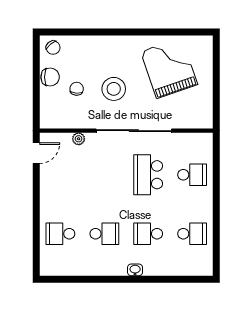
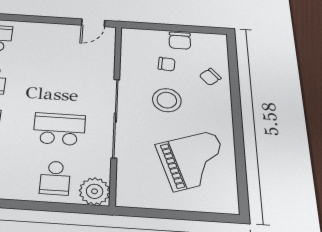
chair: (53, 48) -> (210, 77), moved
plant: (79, 139) -> (95, 191), moved, width x1.87, depth x1.87
door: (36, 153) -> (93, 23), hinge flipped

